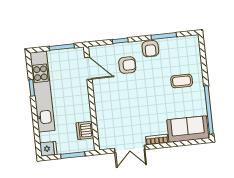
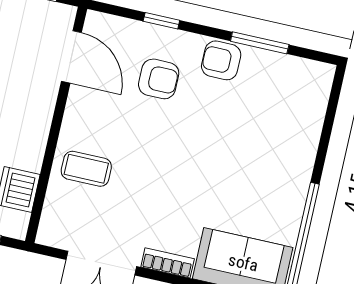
armchair: (150, 49) -> (221, 60), turned 90
coffee table: (182, 81) -> (86, 169), moved

